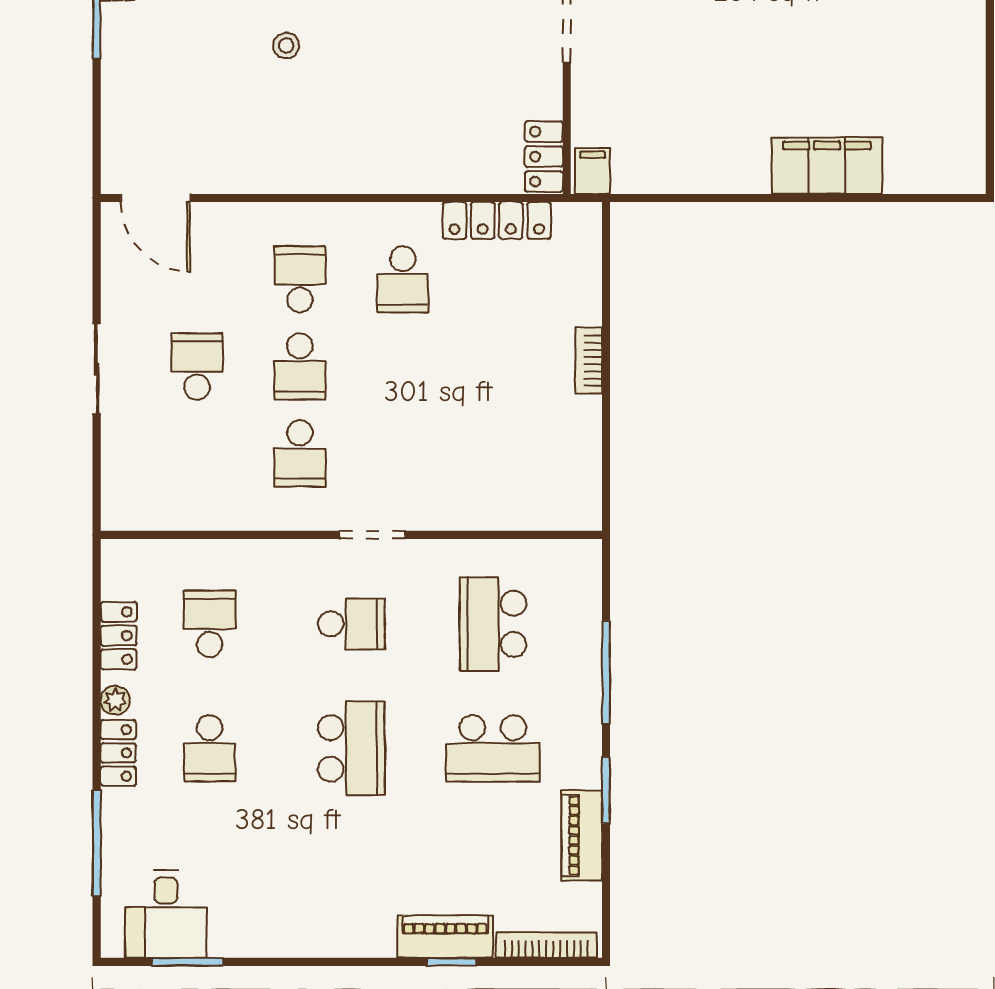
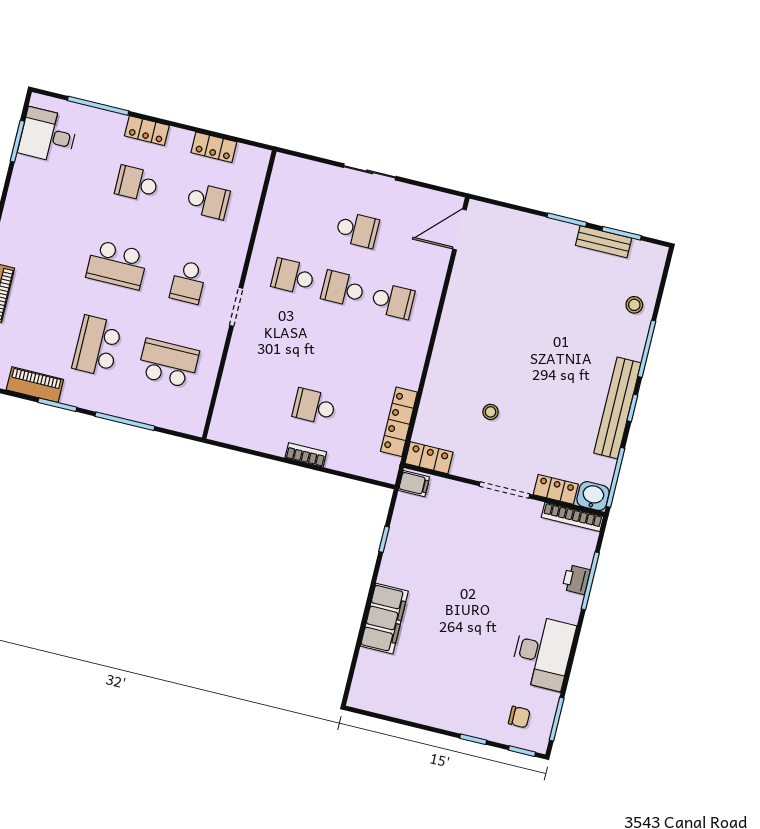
stool: (286, 46) -> (491, 412), moved
window: (696, 198) -> (384, 539), added
school desk: (403, 279) -> (314, 406), moved
plant: (115, 700) -> (177, 136), removed

